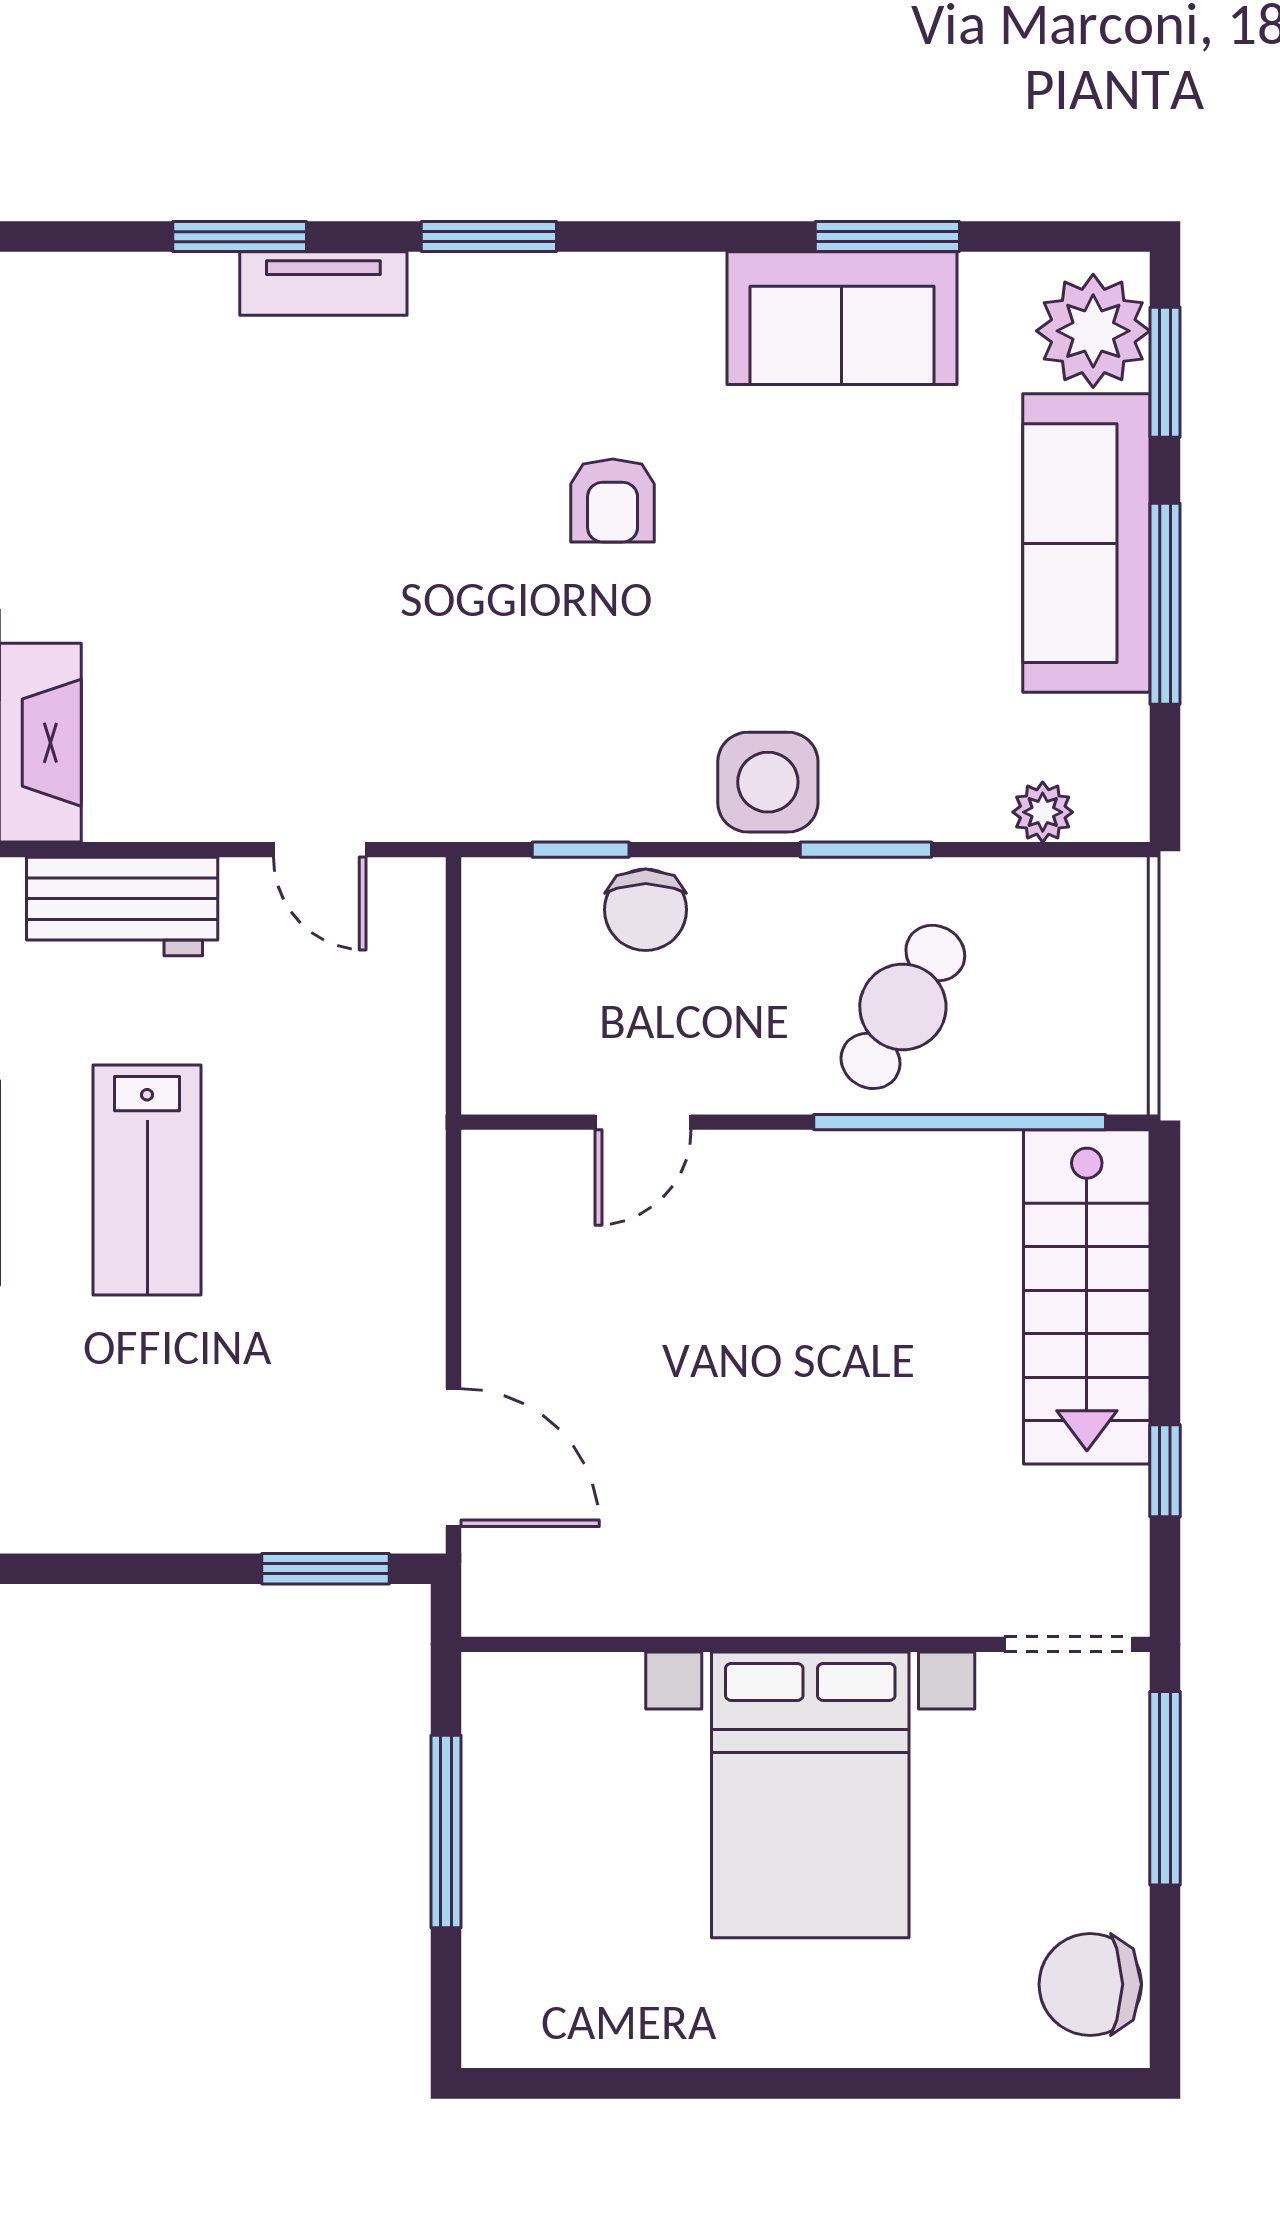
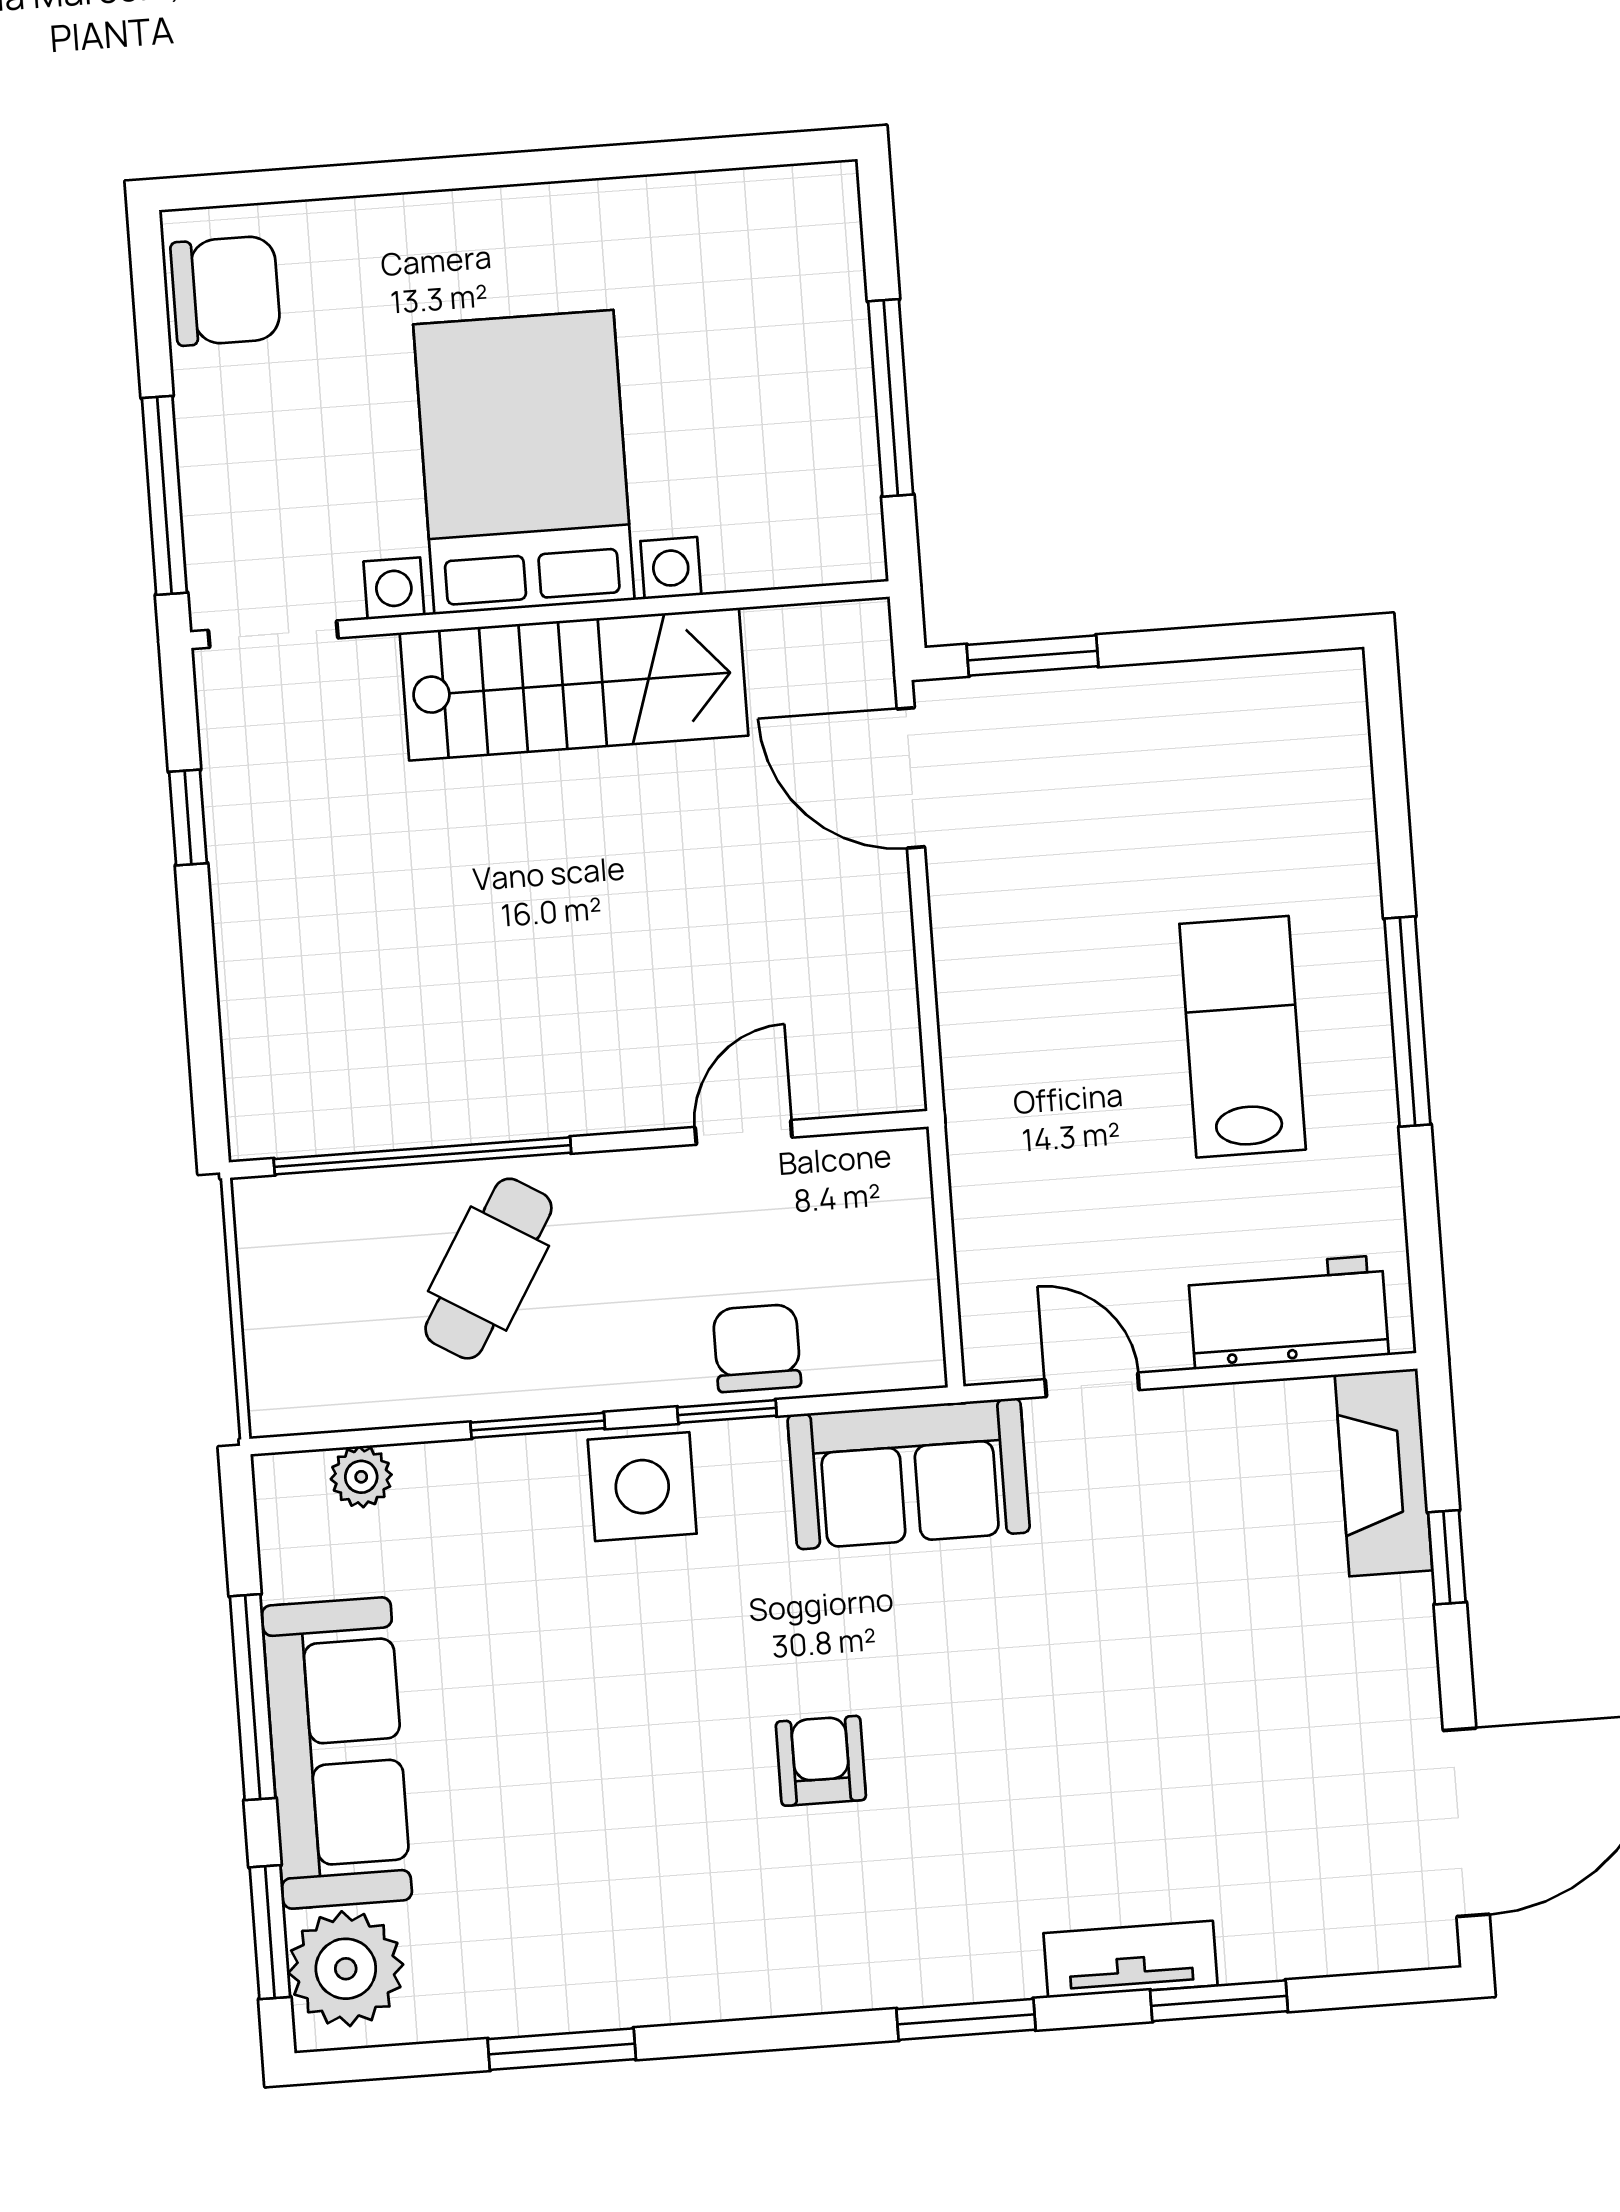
sofa: (842, 318) -> (909, 1474), moved, turned 180
window: (581, 850) -> (727, 1412), moved
stairs: (1087, 1297) -> (574, 684), moved, turned 90

